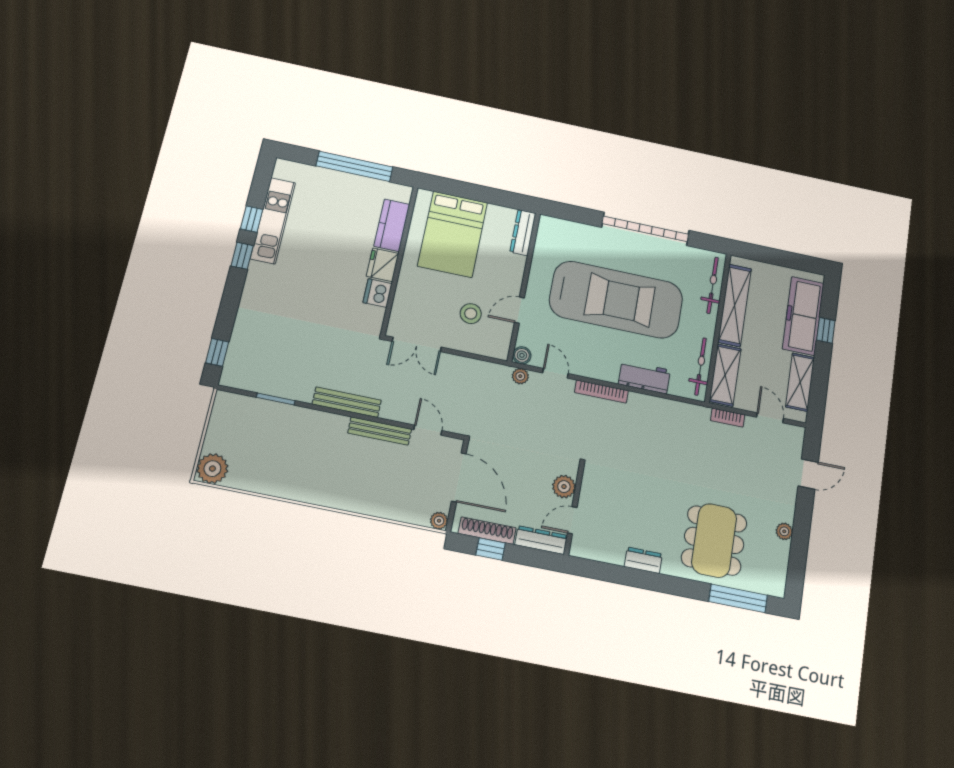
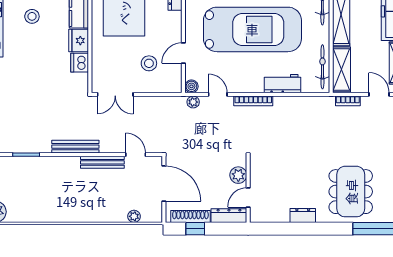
stool: (327, 221) -> (32, 16), added
plant: (439, 521) -> (134, 216), moved

